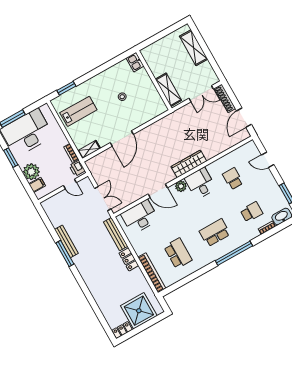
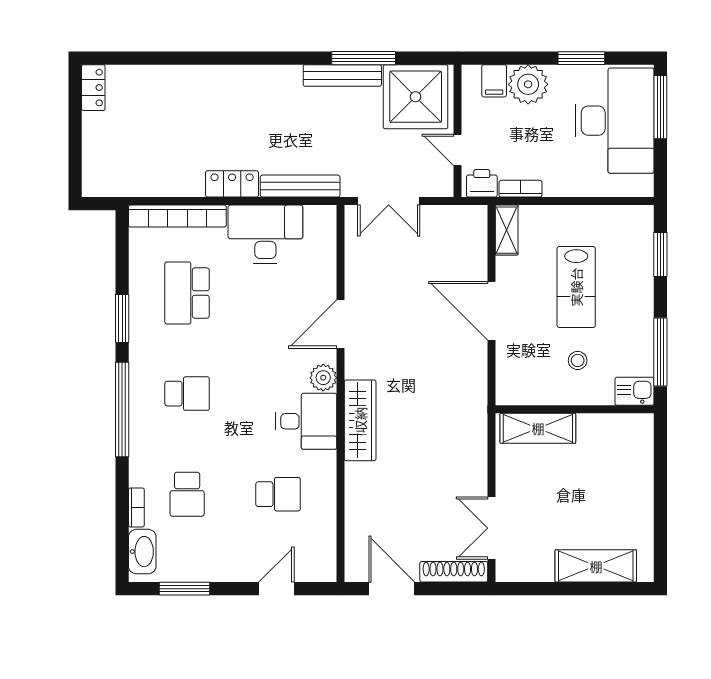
kitchen sink: (135, 62) -> (635, 391), moved
window: (102, 68) -> (660, 352), added
wall: (154, 80) -> (575, 409), moved
shelving: (168, 90) -> (538, 428), moved
lab bench: (78, 111) -> (576, 287), moved
door: (70, 184) -> (458, 150), hinge flipped
desk: (140, 217) -> (265, 234), moved, turned -90
school desk: (215, 233) -> (187, 394), width x0.54
school desk: (178, 253) -> (187, 293), turned 90
window: (65, 254) -> (364, 58), moved
window: (201, 272) -> (122, 319), added
shower: (139, 311) -> (416, 97), moved

